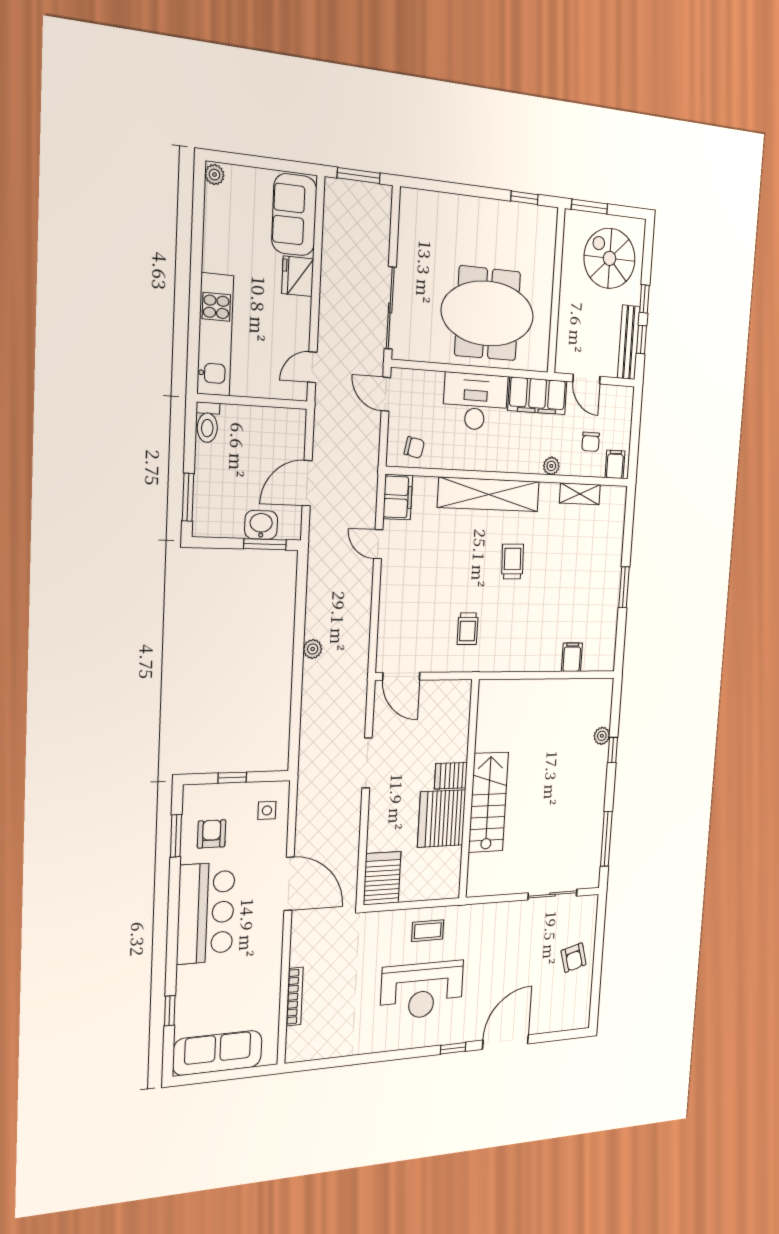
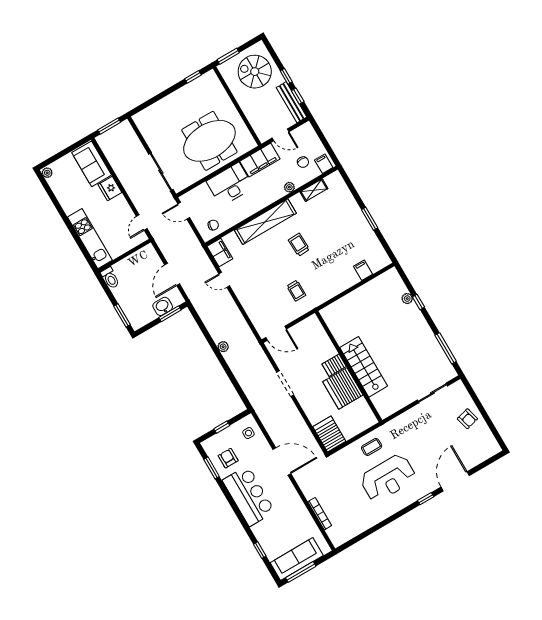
window: (211, 1077) -> (301, 572), added

